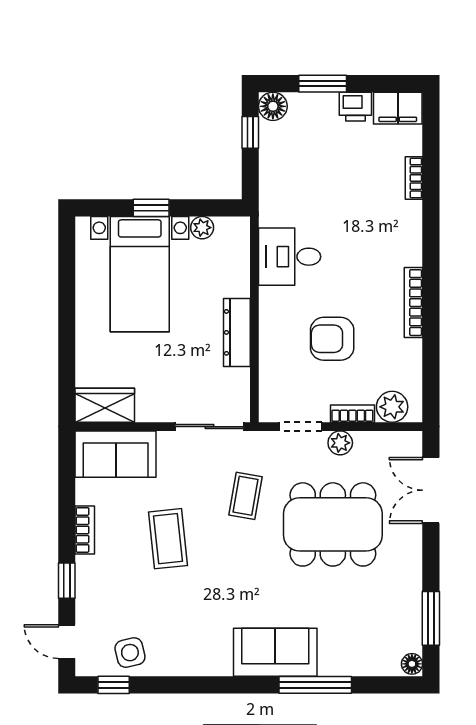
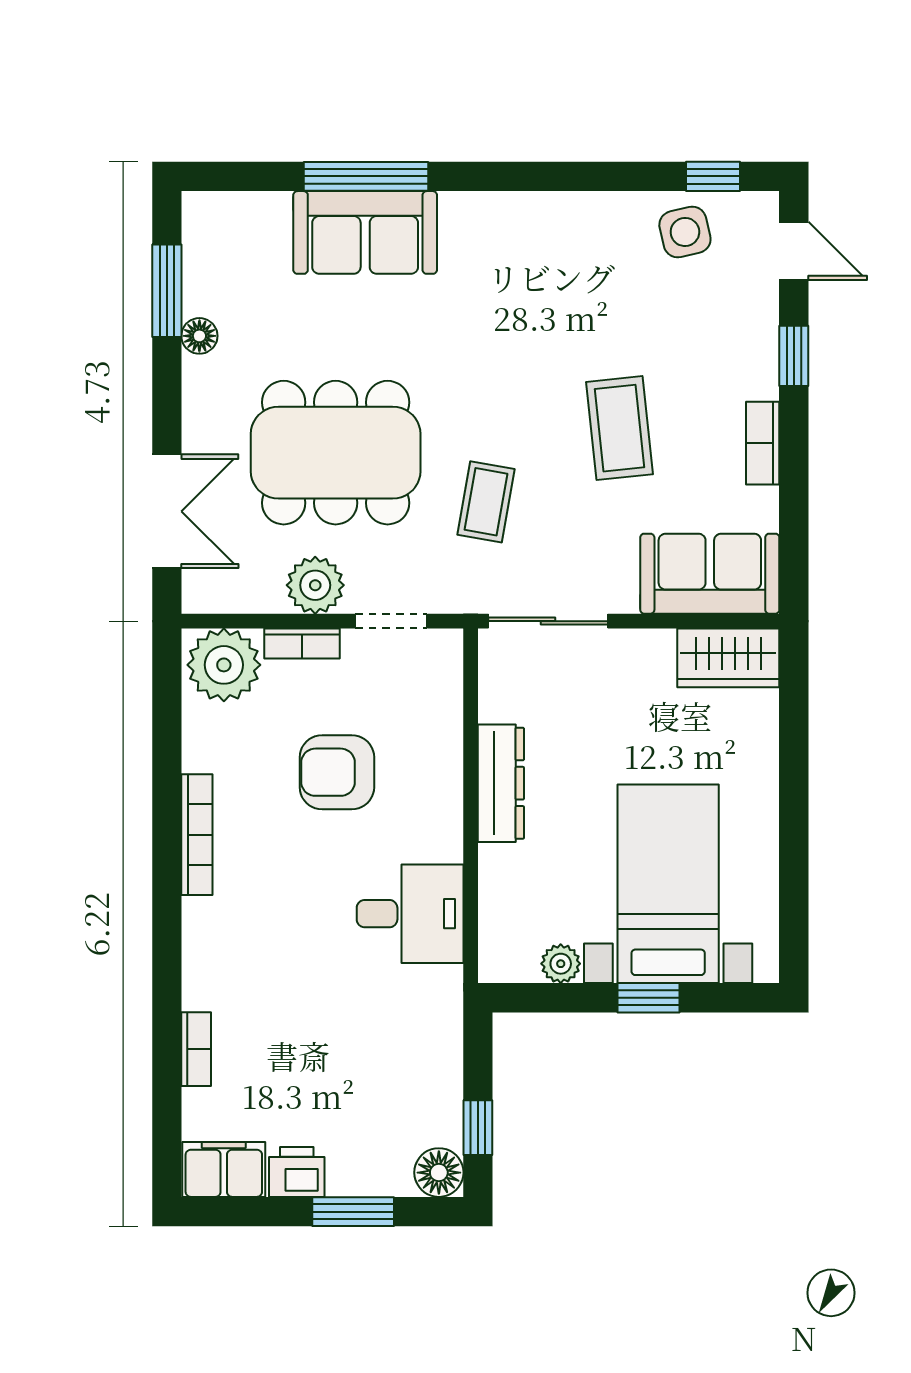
armchair: (332, 339) -> (337, 772), turned 180
plant: (392, 407) -> (224, 665), width x1.36, depth x1.36
plant: (340, 443) -> (315, 585), width x1.38, depth x1.38
sofa: (275, 652) -> (365, 232), moved
floor lamp: (412, 664) -> (199, 336), moved

